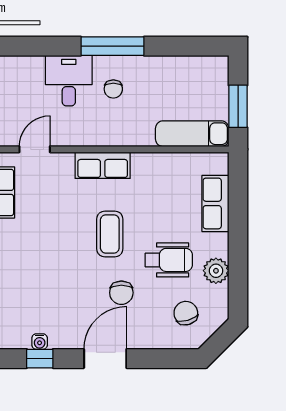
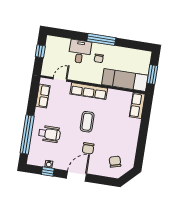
exam couch: (192, 134) -> (125, 80), width x1.36, depth x1.45
row of seats: (103, 165) -> (89, 91), width x1.48
row of seats: (215, 203) -> (137, 105), moved
wheelchair: (169, 260) -> (49, 134), moved
plant: (216, 271) -> (131, 145), removed

